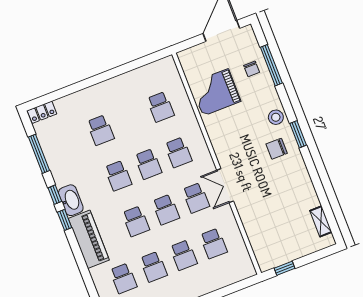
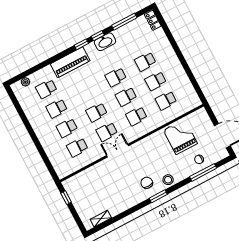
washbasin: (71, 200) -> (105, 42), moved
school desk: (136, 221) -> (156, 81), moved

